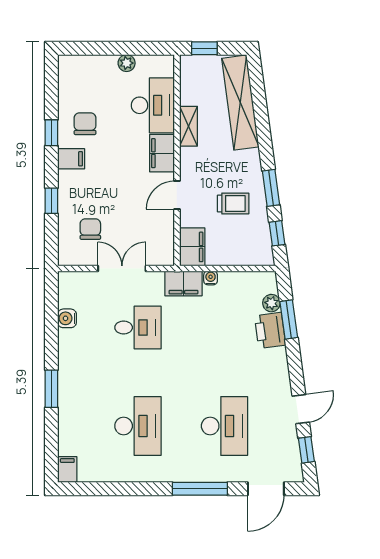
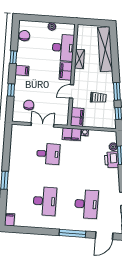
window: (204, 48) -> (90, 22), removed
chair: (85, 124) -> (24, 36), moved
water cooler: (67, 318) -> (14, 147), removed

